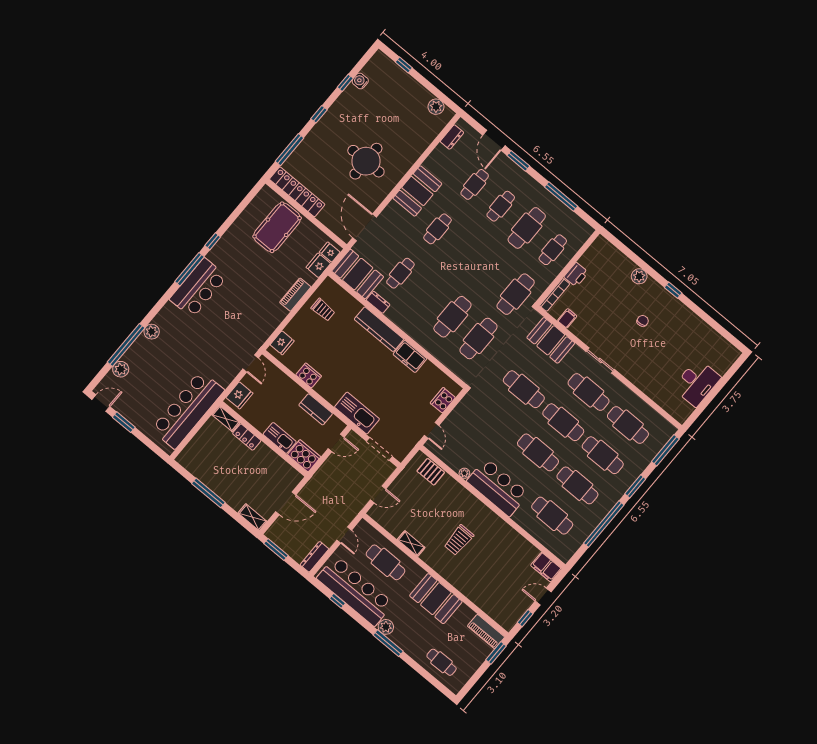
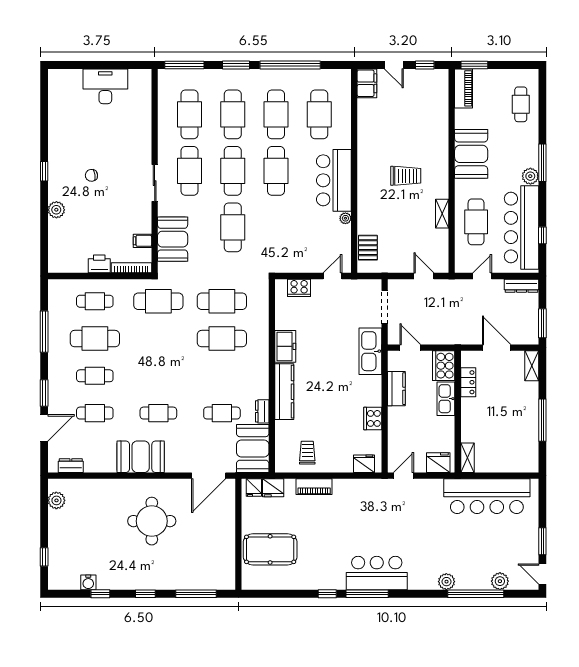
locker: (297, 192) -> (226, 557), removed
locker: (247, 437) -> (468, 382), moved

